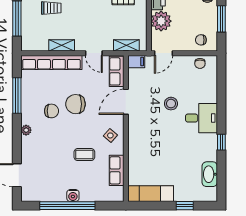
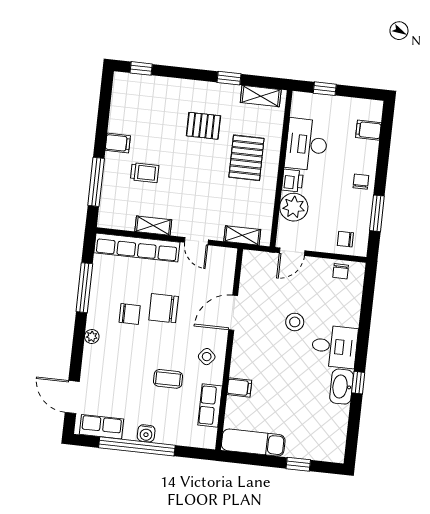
filing cabinet: (136, 62) -> (239, 387), moved
row of seats: (117, 71) -> (101, 427), moved, turned 90
washbasin: (210, 174) -> (341, 387), moved

